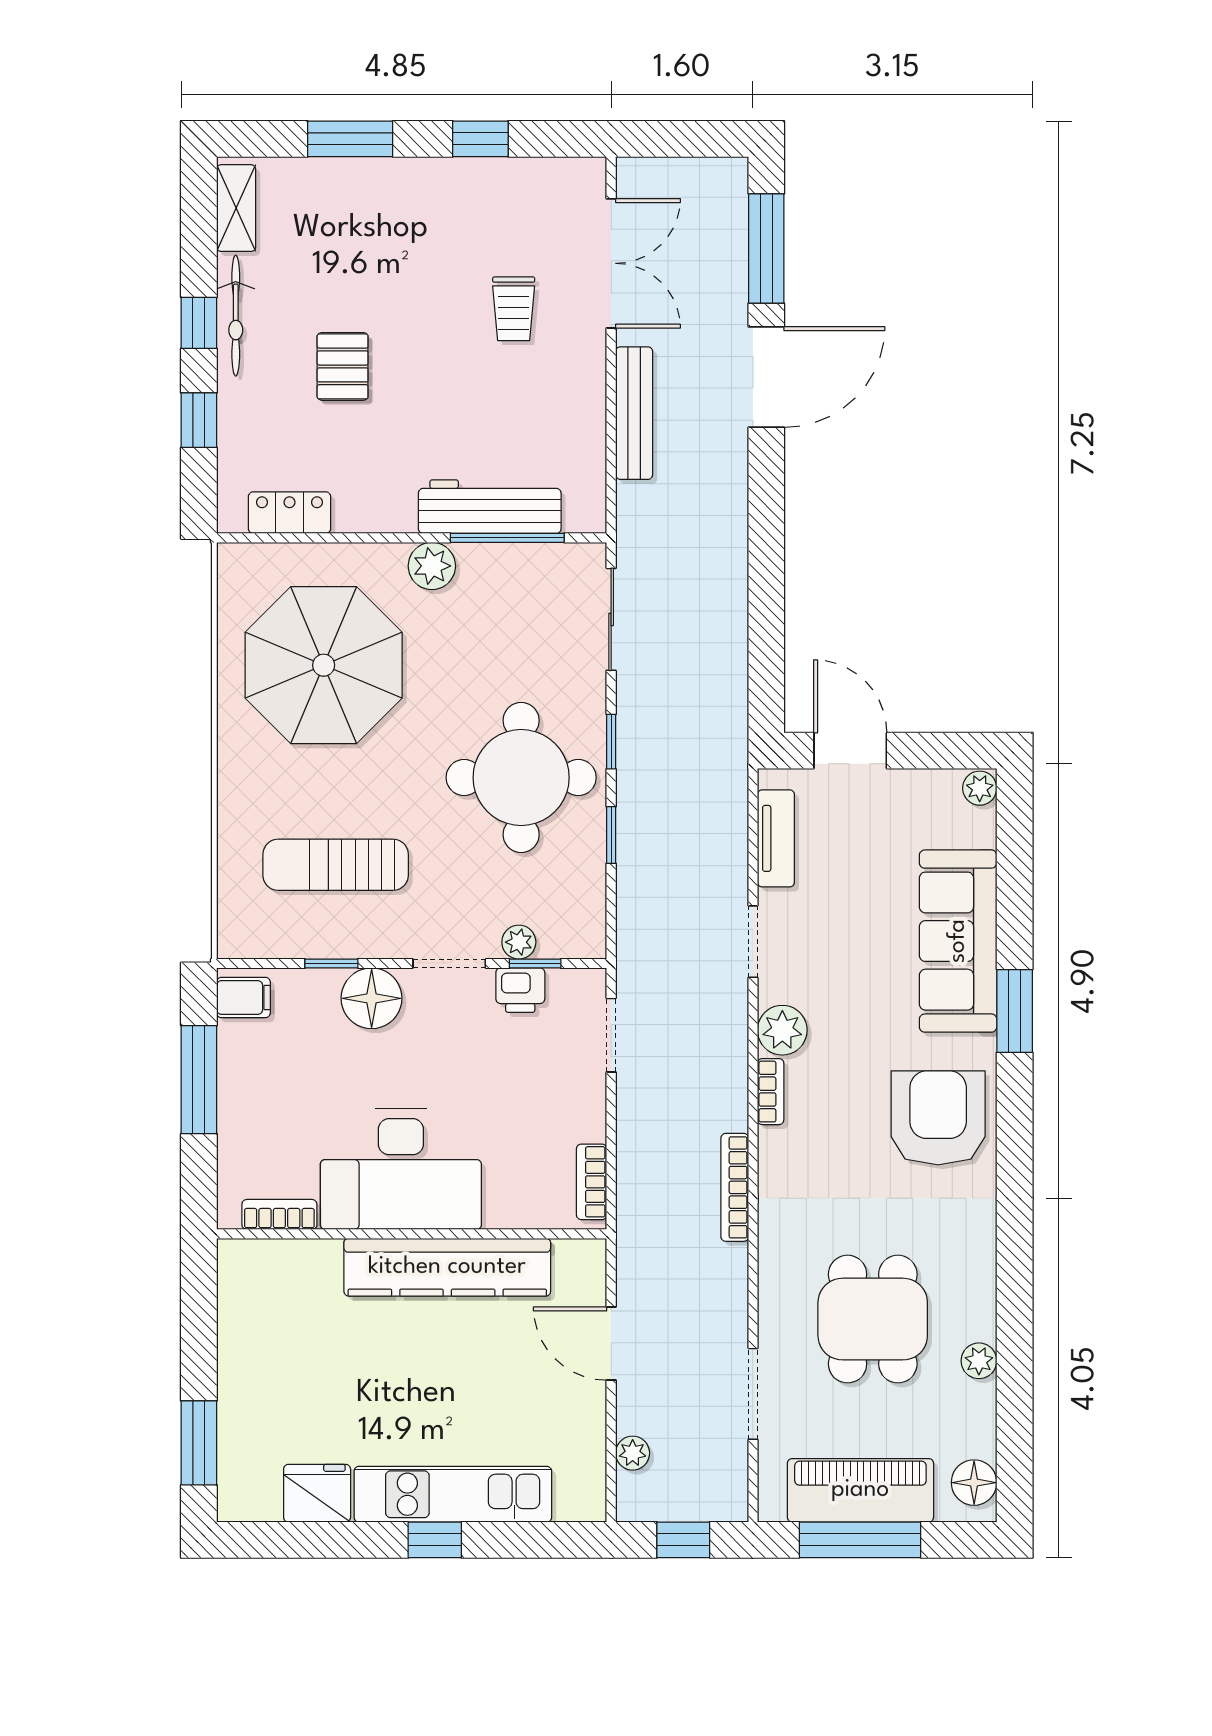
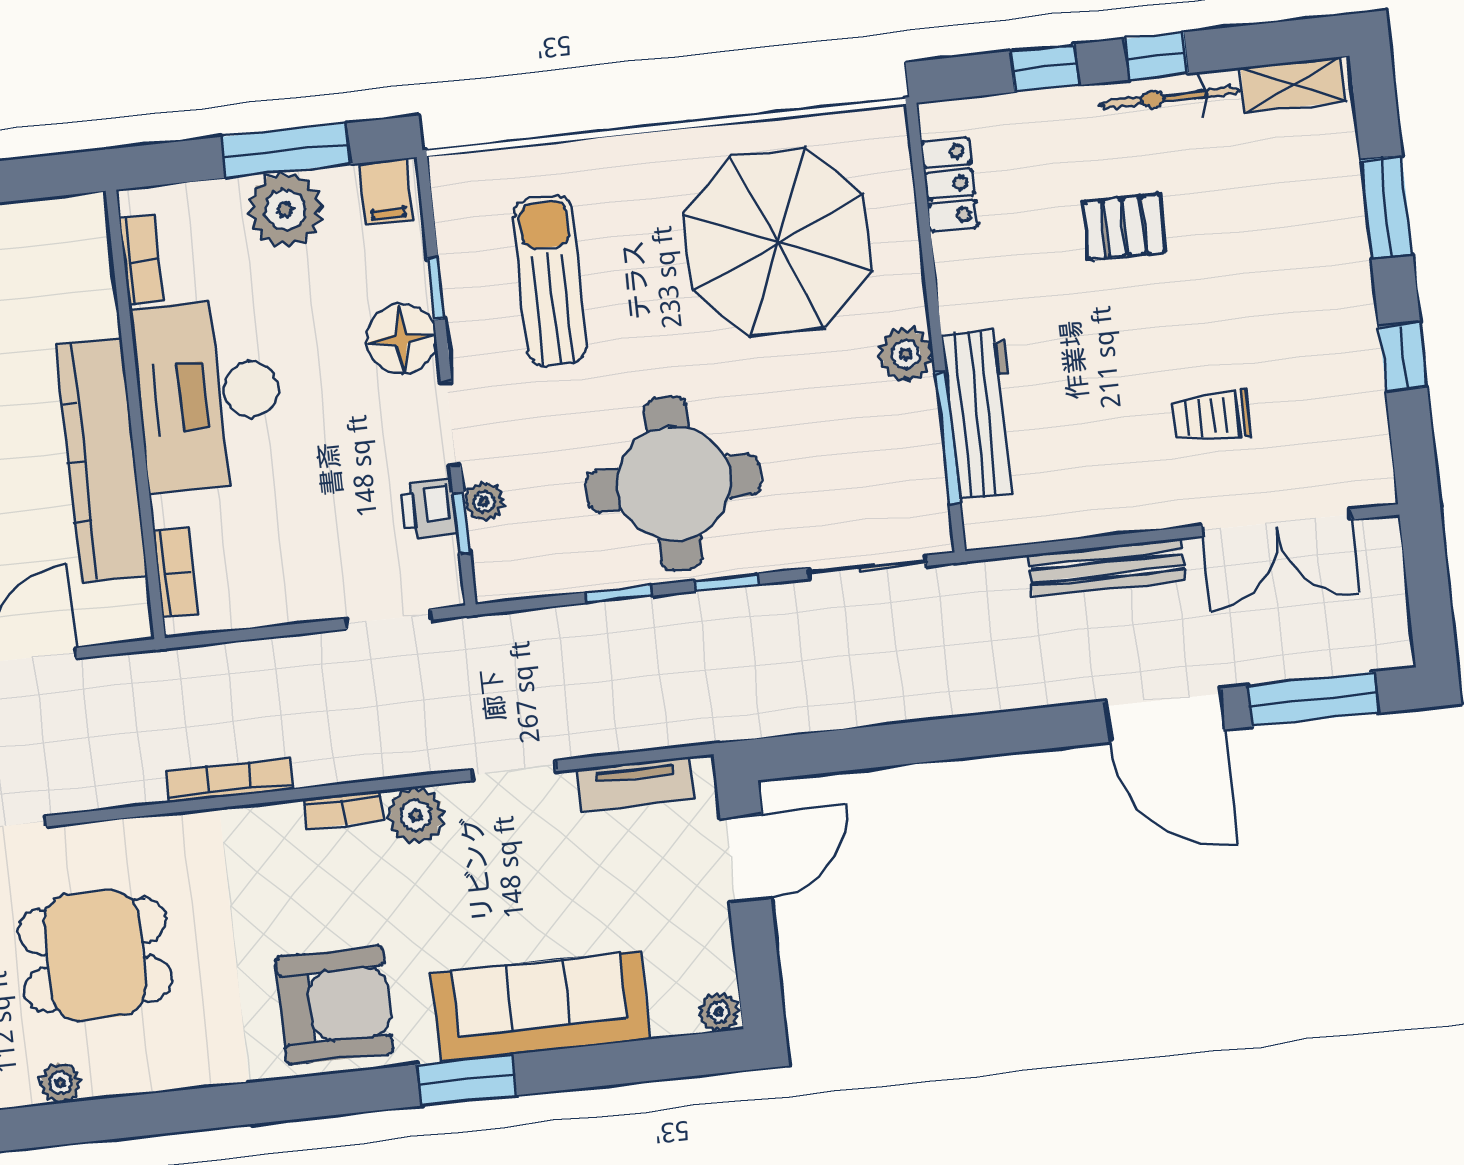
plant: (249, 1086) -> (285, 210), added
bookcase: (592, 1182) -> (175, 572), moved, turned 90

